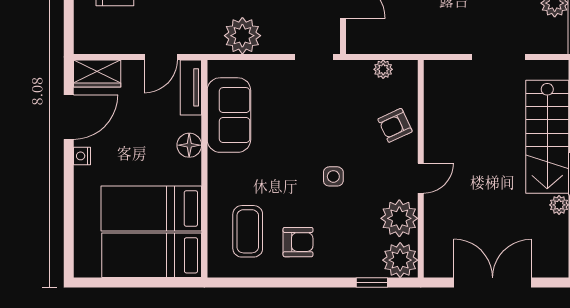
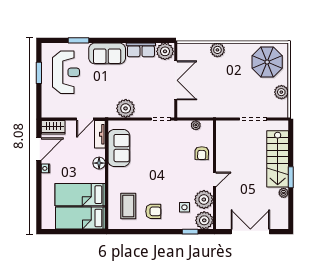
armchair: (395, 125) -> (202, 153), turned -64
side table: (333, 176) -> (184, 207), moved

